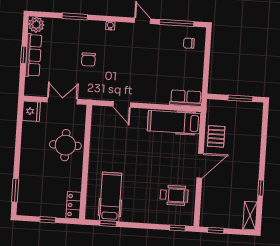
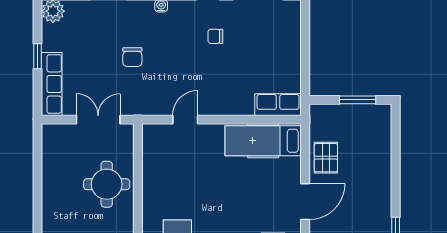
chair: (189, 43) -> (215, 36), moved
row of seats: (33, 55) -> (52, 84), moved
door: (122, 104) -> (185, 120), swing flipped
fridge: (31, 111) -> (54, 138), removed

